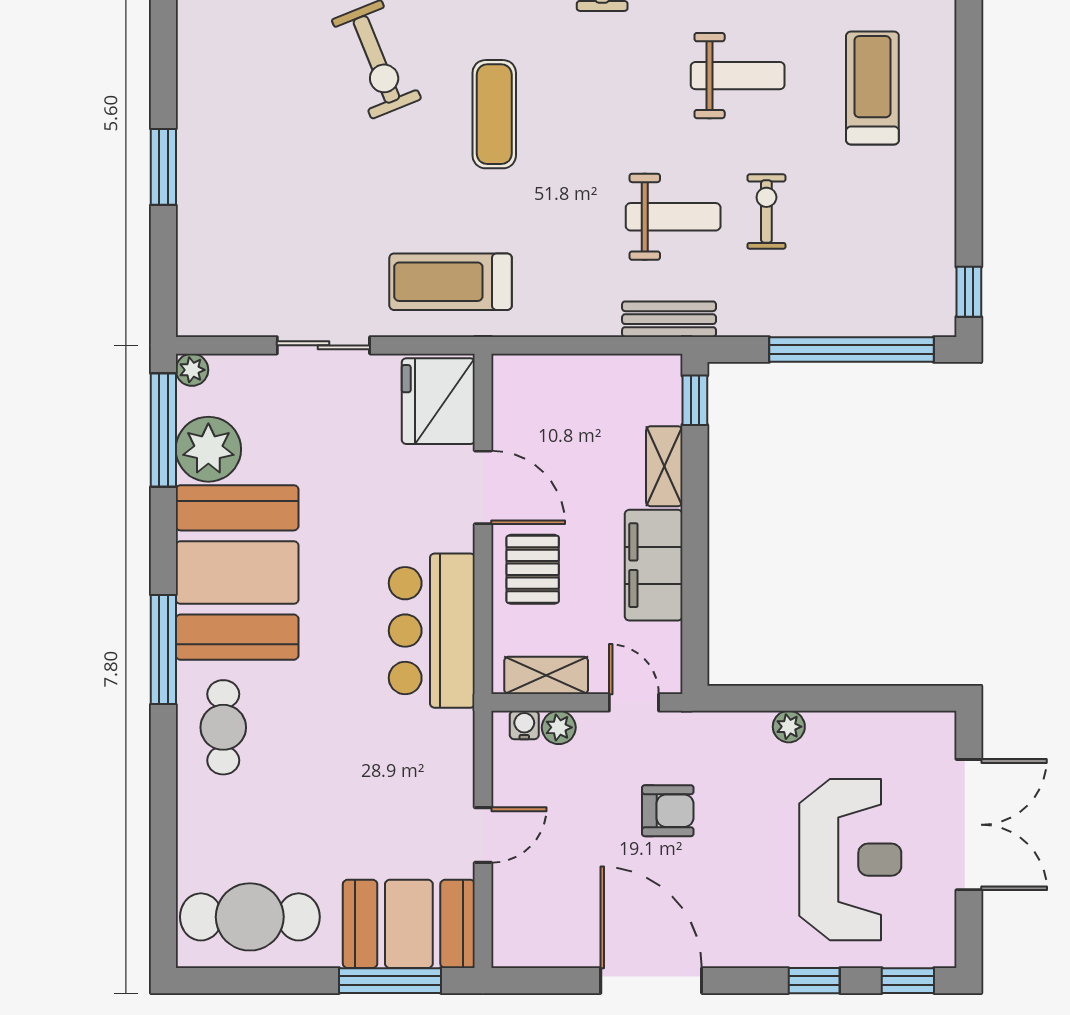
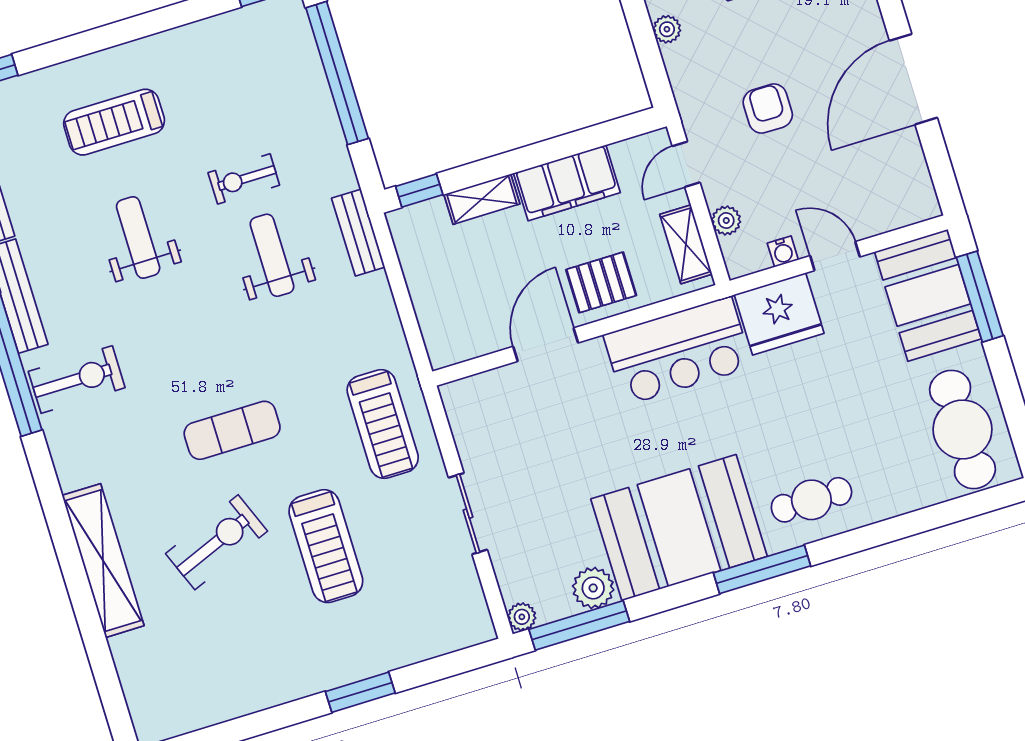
treadmill: (335, 178) -> (326, 546), added
fridge: (438, 401) -> (779, 314), moved
plant: (208, 449) -> (593, 588), width x0.73, depth x0.73
water cooler: (524, 725) -> (783, 251), moved, turned -90

